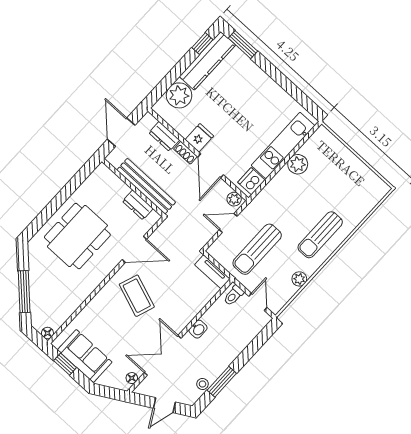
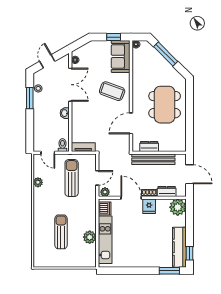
plant: (179, 95) -> (178, 207), moved
sun lounger: (320, 235) -> (61, 232), moved
coffee table: (137, 296) -> (112, 91), moved
sofa: (85, 356) -> (121, 56), moved, turned 90

